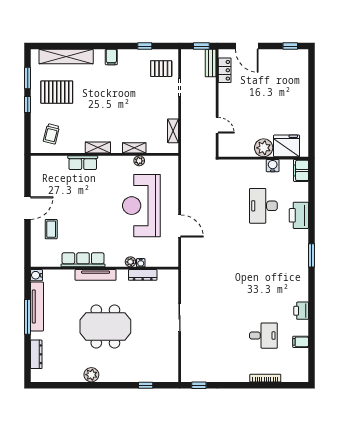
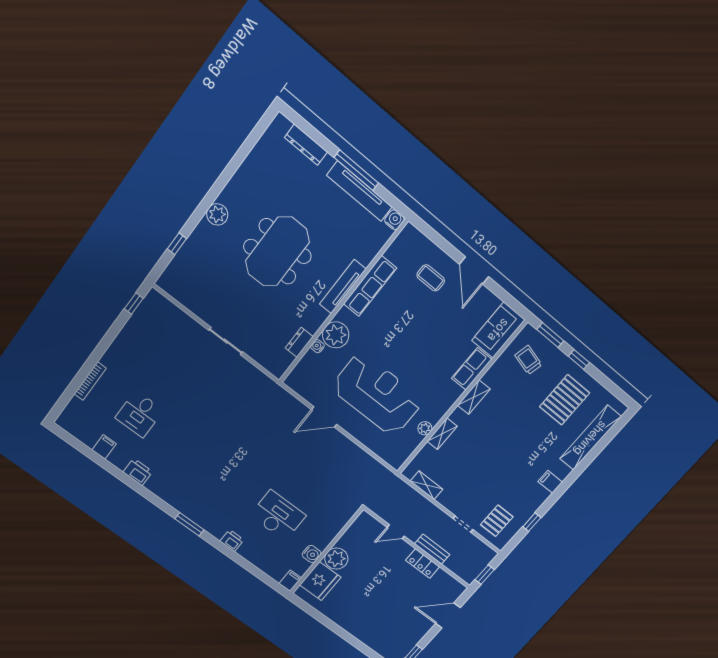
bench: (211, 63) -> (432, 549), moved
locker: (225, 70) -> (423, 564), moved
window: (28, 78) -> (550, 335), moved
sofa: (49, 166) -> (498, 330), added
filing cabinet: (301, 170) -> (290, 581), width x0.50
printer: (299, 215) -> (232, 540), width x0.53, depth x0.68
plant: (130, 262) -> (336, 335), width x1.88, depth x1.88
dresser: (143, 275) -> (299, 342), width x0.70
plant: (91, 375) -> (217, 214), moved

